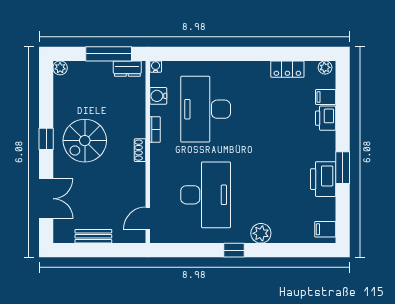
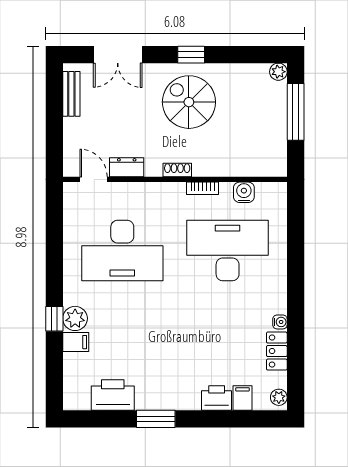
window: (109, 54) -> (296, 112), moved
water cooler: (156, 67) -> (280, 322), moved
dresser: (127, 69) -> (127, 167), moved, turned 90
printer: (323, 179) -> (113, 395), moved
filing cabinet: (325, 229) -> (76, 342), moved, turned 90
bench: (93, 236) -> (71, 94), moved
window: (234, 250) -> (54, 319), moved

